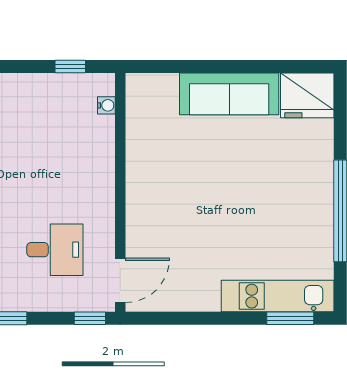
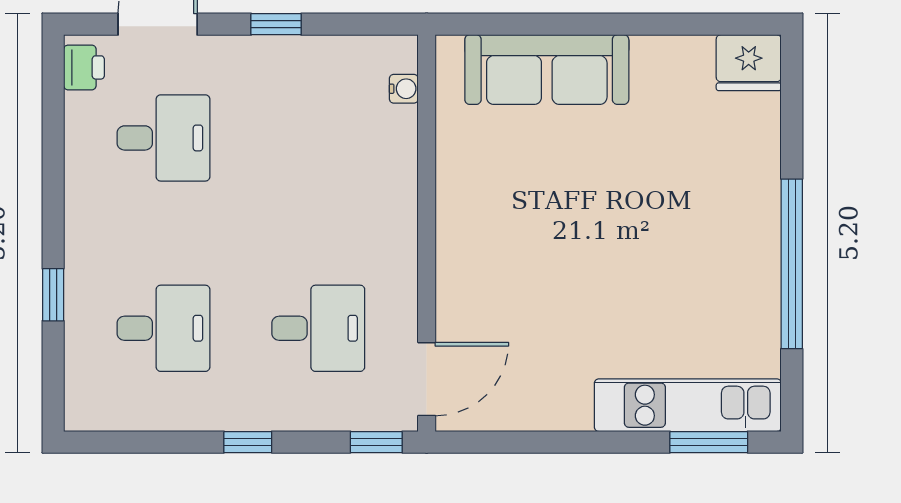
window: (70, 66) -> (276, 24), moved
sofa: (229, 94) -> (547, 70), moved
fridge: (307, 95) -> (749, 63), width x0.73, depth x0.75

